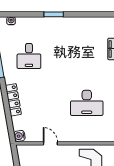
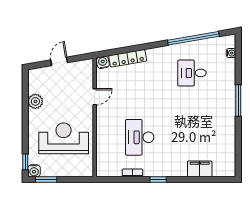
window: (54, 14) -> (238, 101), width x1.44
locker: (13, 100) -> (128, 58), moved

